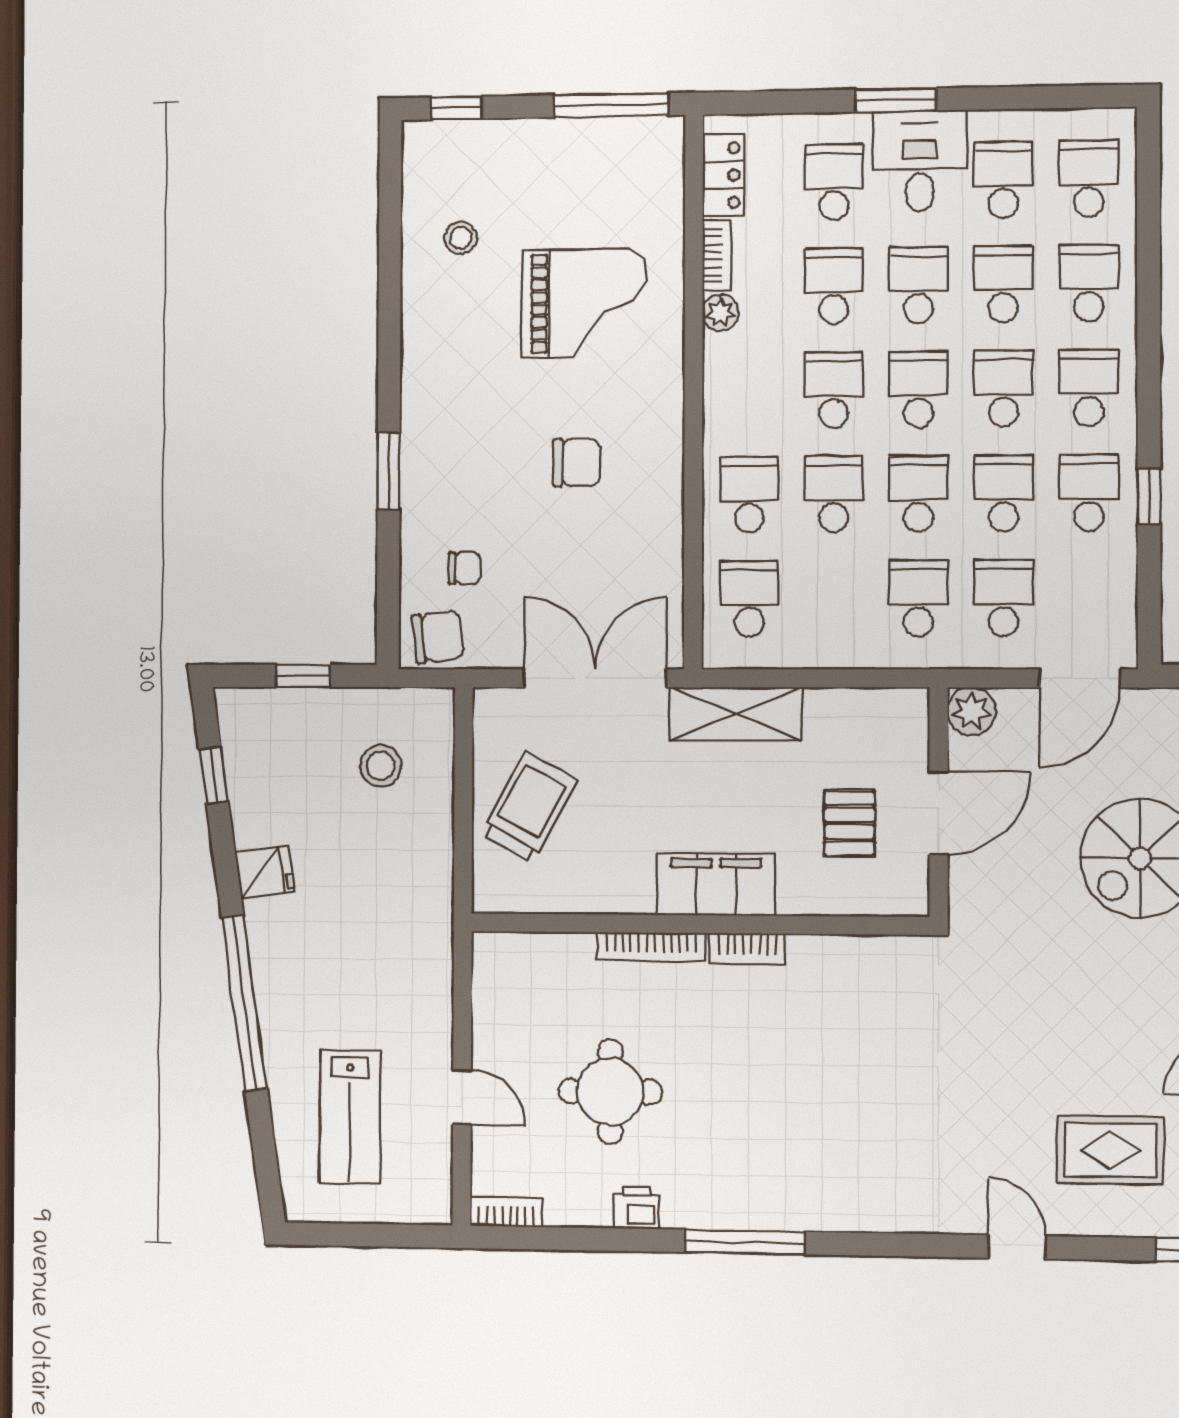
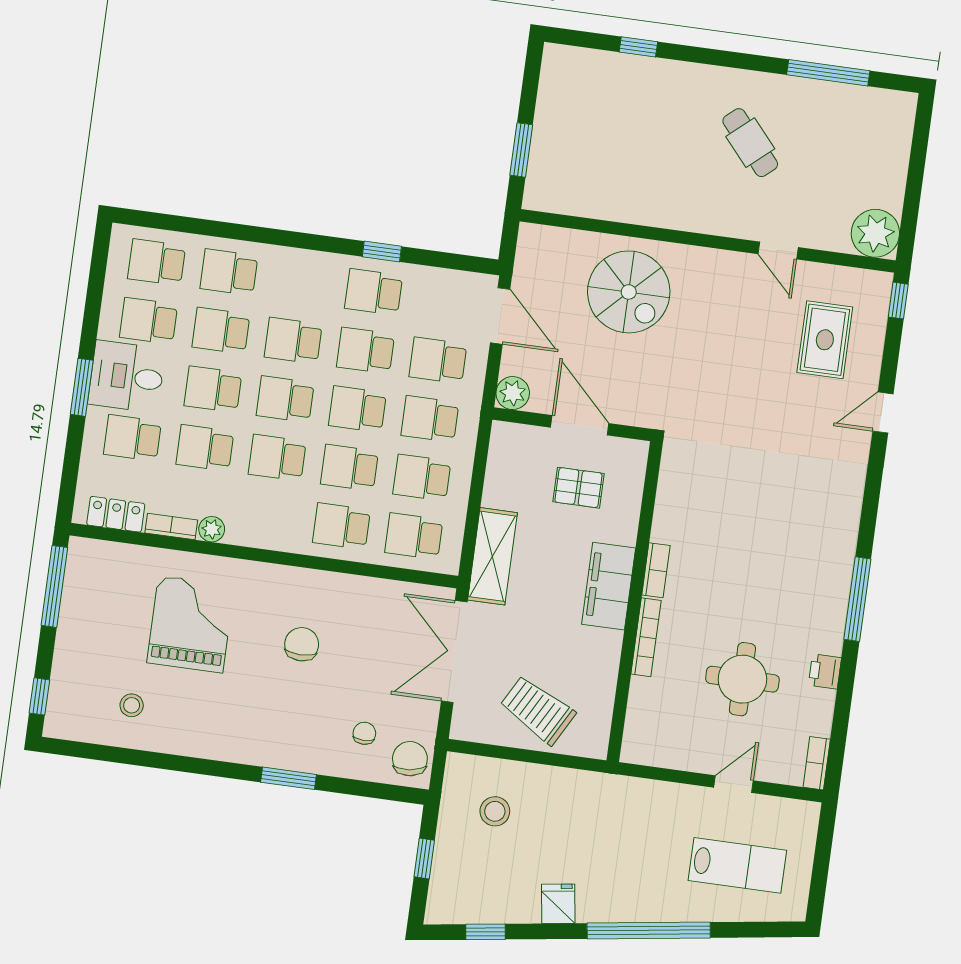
school desk: (1089, 388) -> (422, 478), moved

